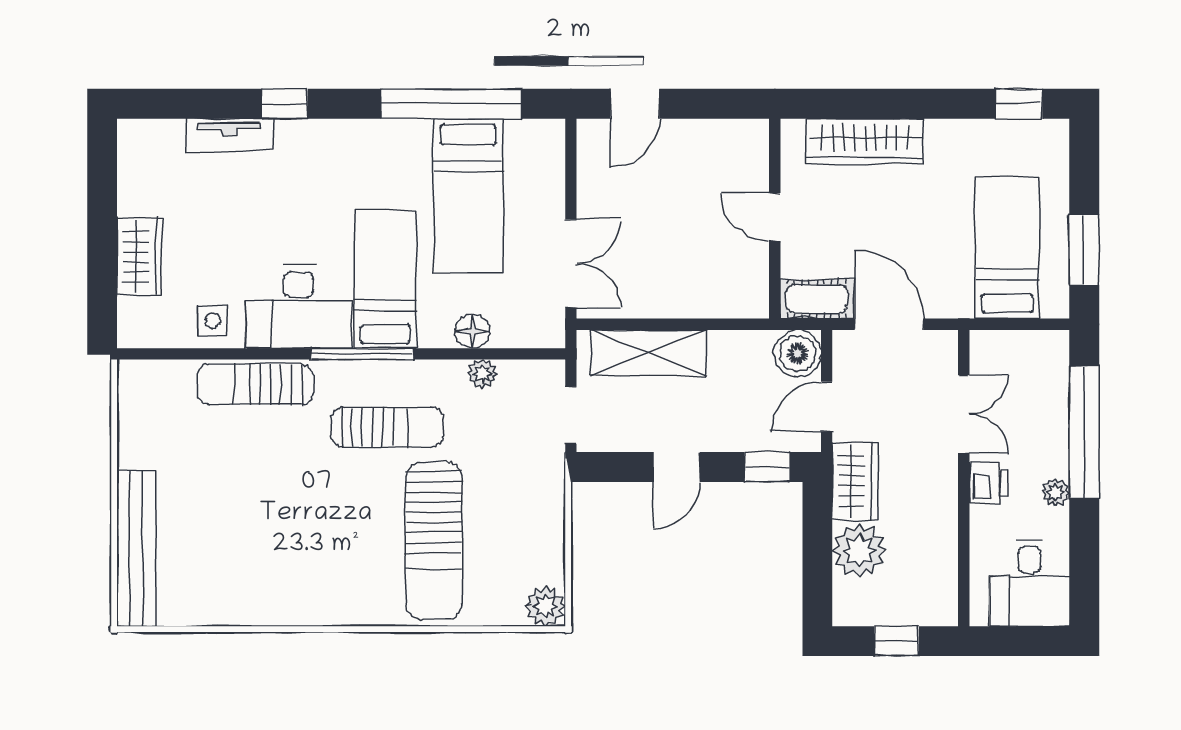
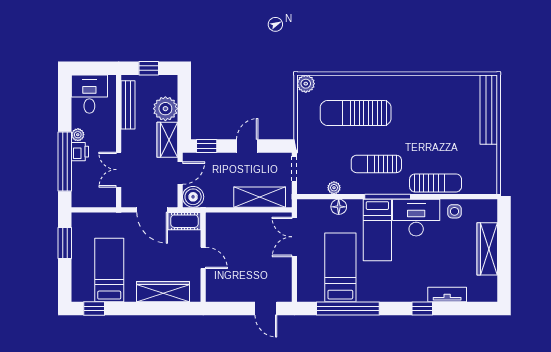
door: (635, 104) -> (266, 308), swing flipped
bed: (1007, 248) -> (109, 270), moved, turned 180
wardrobe: (140, 257) -> (487, 249), width x1.50
printer: (988, 483) -> (80, 152), moved, turned 180
sun lounger: (434, 541) -> (356, 113), turned -90
bench: (943, 559) -> (128, 105), added

